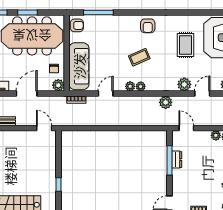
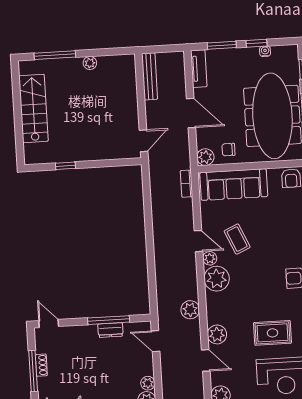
coffee table: (139, 57) -> (237, 239), moved
plant: (141, 86) -> (217, 279), width x1.88, depth x1.88
door: (106, 93) -> (199, 241), moved
door: (186, 128) -> (155, 341), swing flipped

